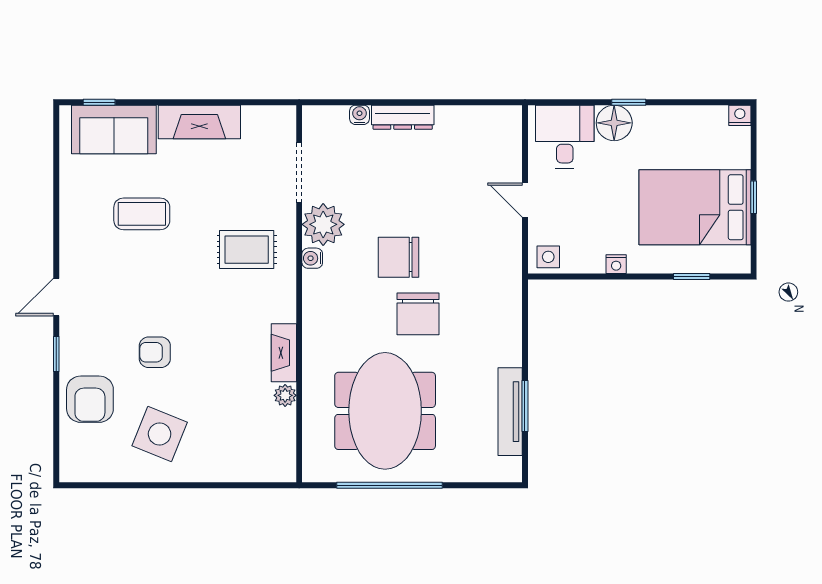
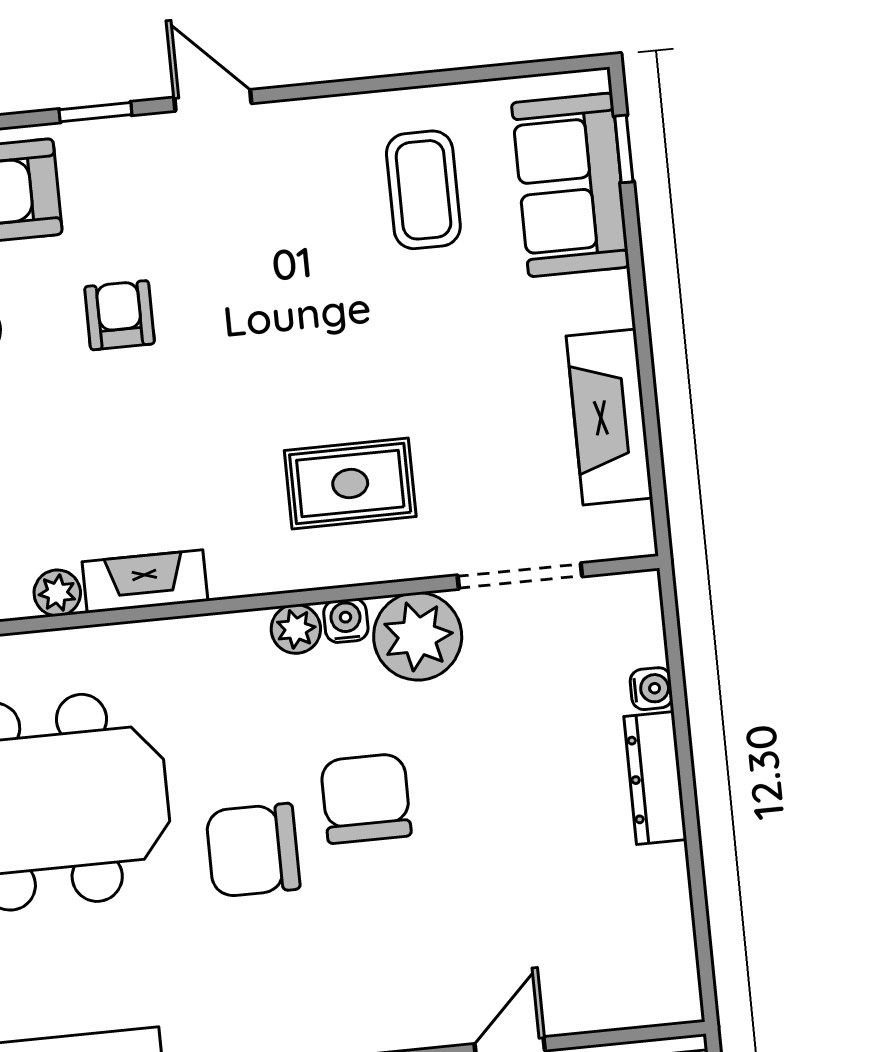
fireplace: (199, 122) -> (609, 417), moved
coffee table: (142, 214) -> (423, 190), moved
rug: (247, 250) -> (350, 484), turned 90
plant: (314, 283) -> (296, 629), added

